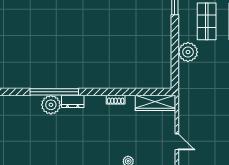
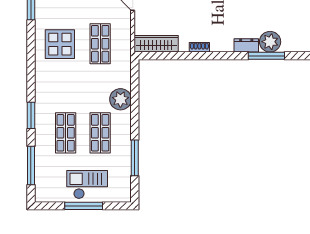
window: (54, 92) -> (266, 56), width x0.68
shop shelf: (207, 103) -> (100, 44), added

